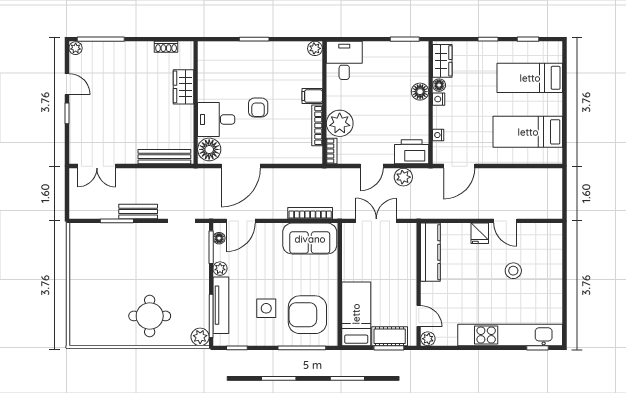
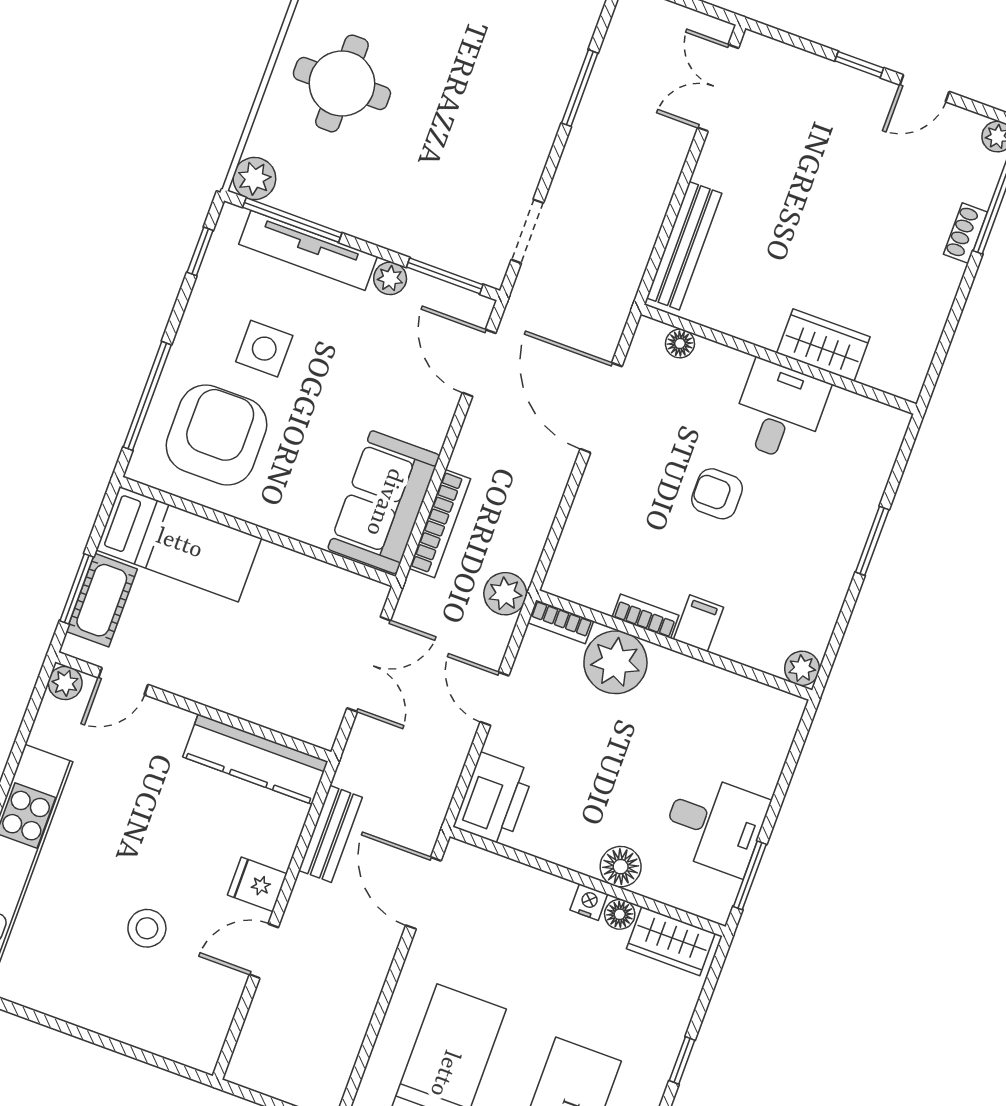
shoe rack: (166, 47) -> (965, 233), moved
desk: (344, 60) -> (715, 824), moved
desk: (216, 119) -> (779, 411), moved
bookcase: (317, 125) -> (646, 616), width x0.64
nightstand: (438, 135) -> (509, 872), removed
floor lamp: (209, 149) -> (680, 344), width x0.53, depth x0.53
plant: (403, 177) -> (505, 594), moved
bench: (138, 212) -> (330, 834), moved
floor lamp: (219, 238) -> (458, 301), removed

